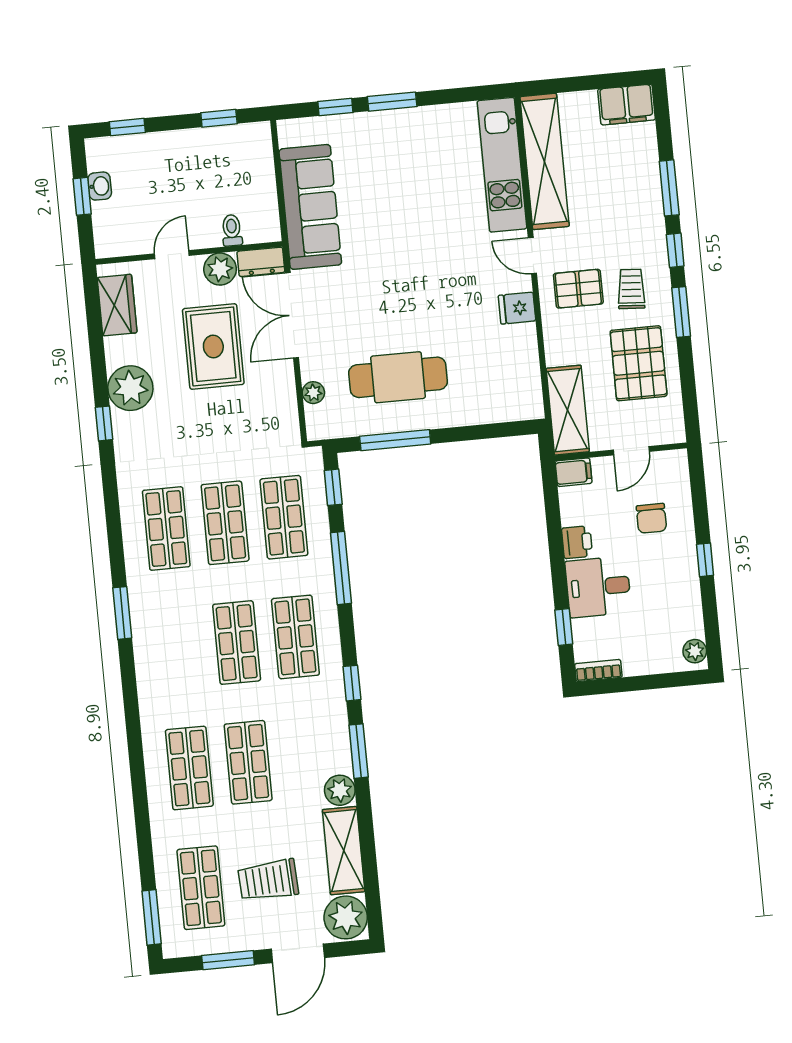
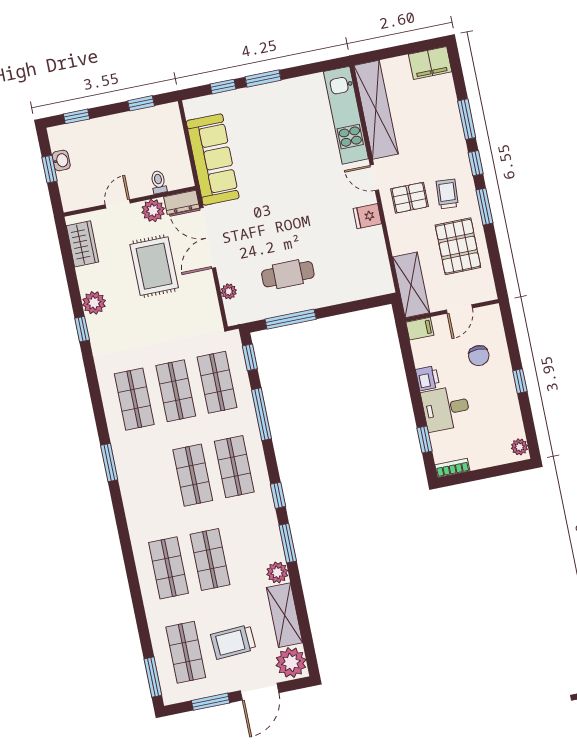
cafe table: (398, 377) -> (288, 274), width x0.73, depth x0.74
plant: (130, 388) -> (94, 303), width x0.73, depth x0.73

